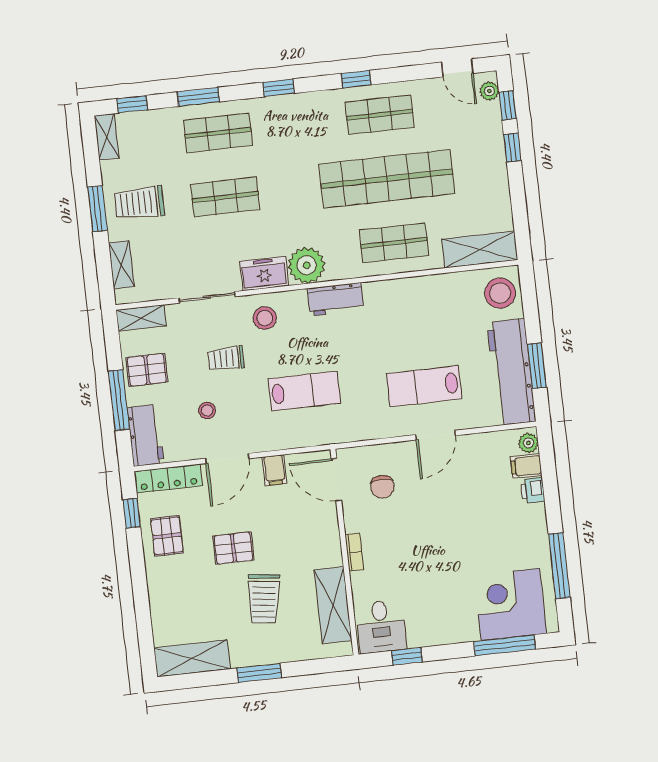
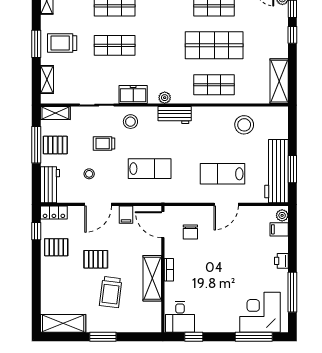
shop shelf: (387, 179) -> (214, 45), width x0.71
shelving: (480, 250) -> (279, 81), moved, turned 90
plant: (307, 265) -> (165, 98), width x0.53, depth x0.53
stool: (500, 293) -> (244, 125), moved
window: (119, 400) -> (36, 145), moved
locker: (168, 479) -> (54, 213), width x0.66
printer: (533, 490) -> (281, 261), moved
pallet: (167, 536) -> (56, 247), turned 90
shelving: (333, 605) -> (152, 278), moved

